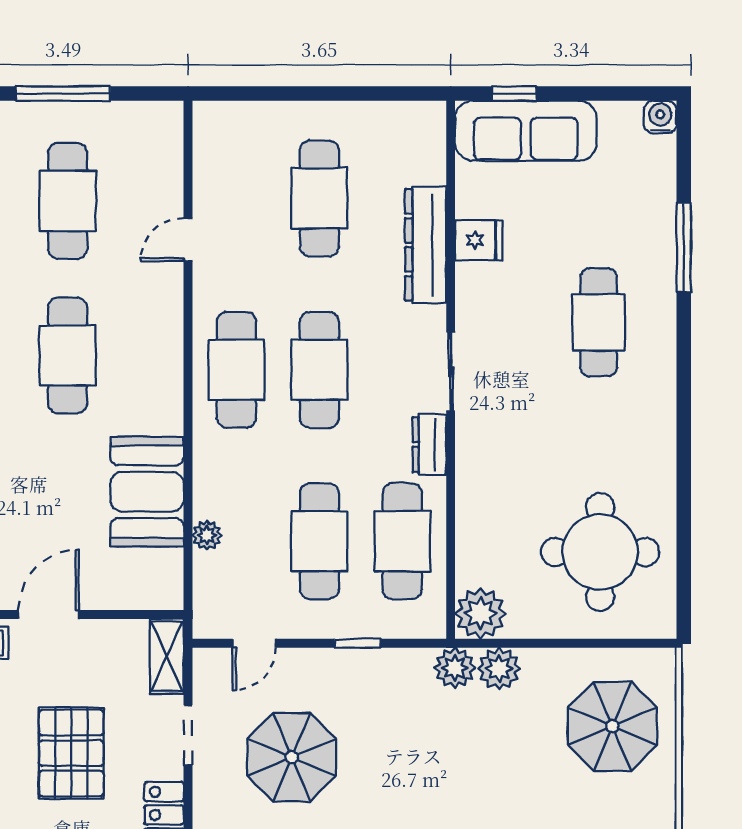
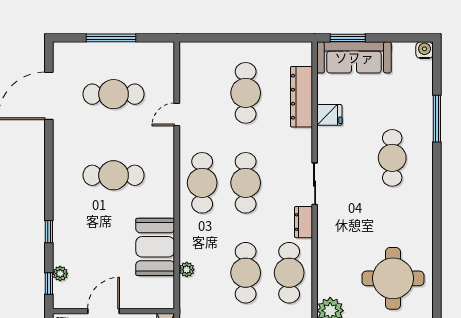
window: (514, 94) -> (348, 38), width x1.50
cafe table: (68, 201) -> (114, 94), turned 90
dresser: (426, 245) -> (301, 97), moved
cafe table: (68, 355) -> (114, 175), turned 90

